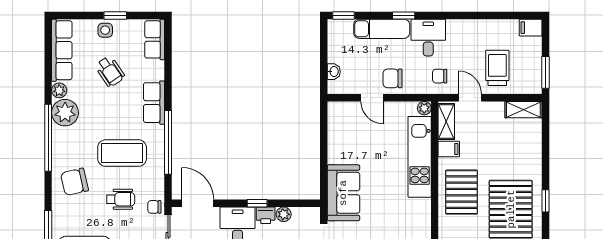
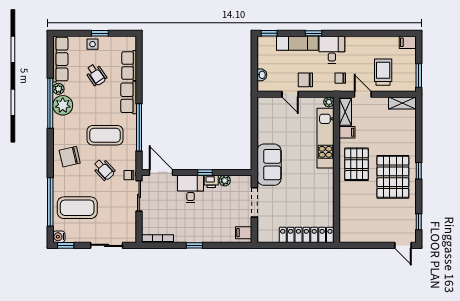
row of seats: (155, 39) -> (129, 65), moved
window: (48, 138) -> (50, 103), moved
wheelchair: (121, 199) -> (104, 169), turned 47

